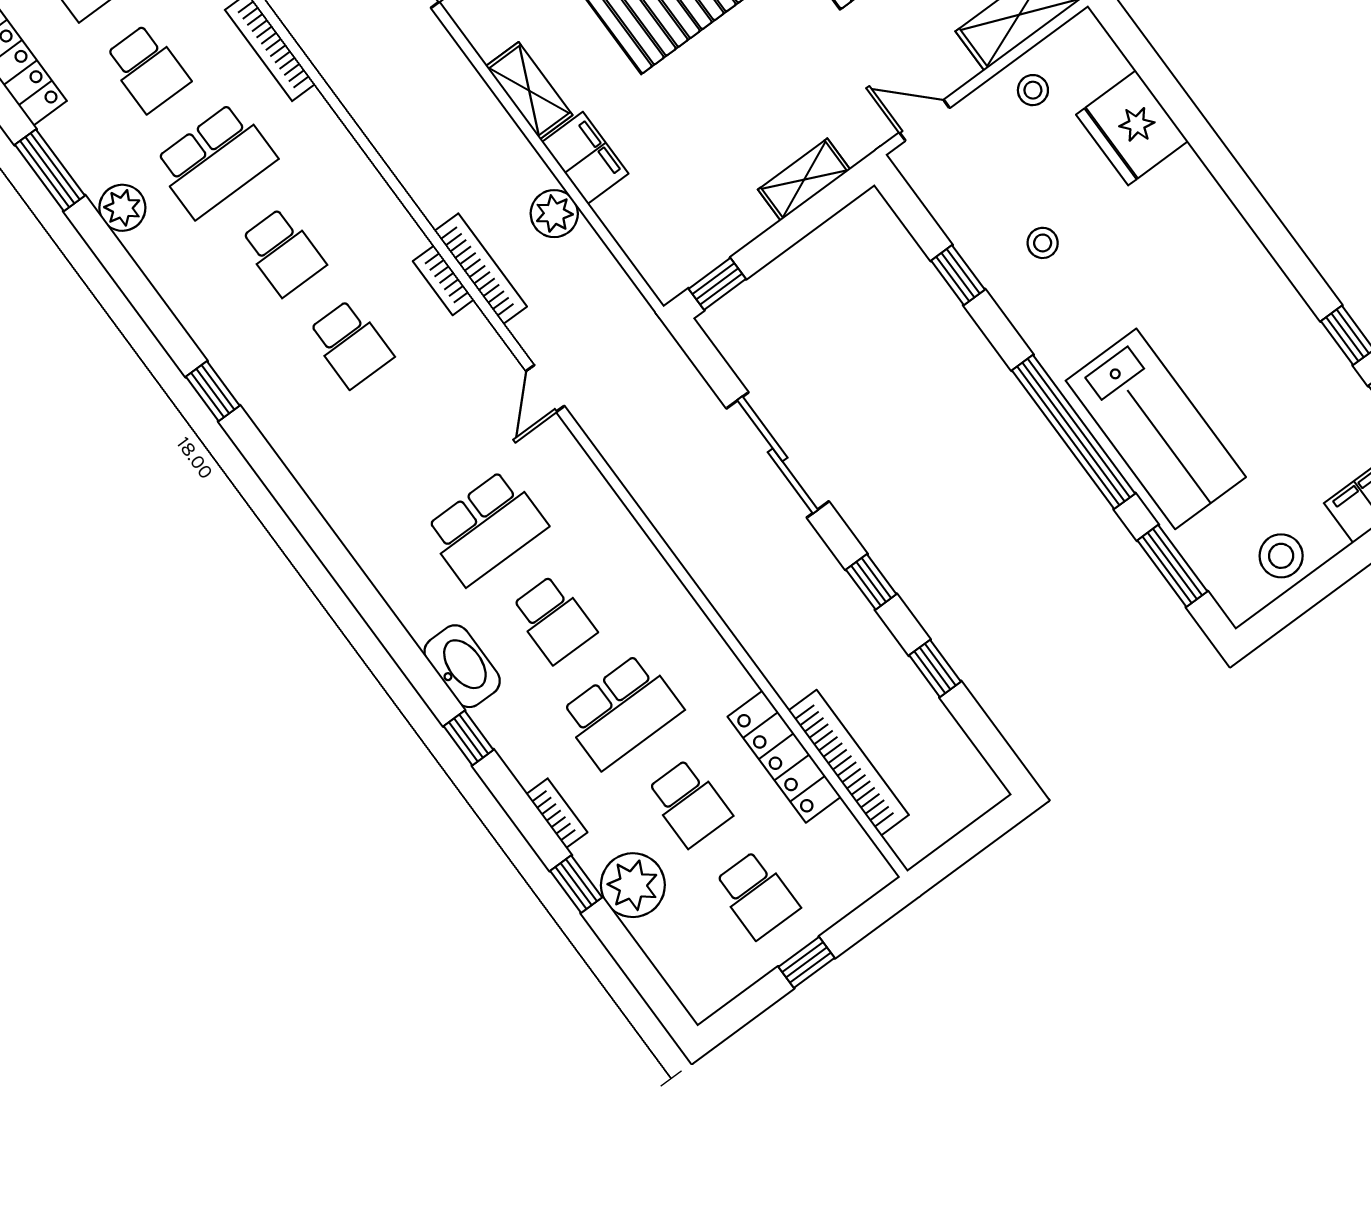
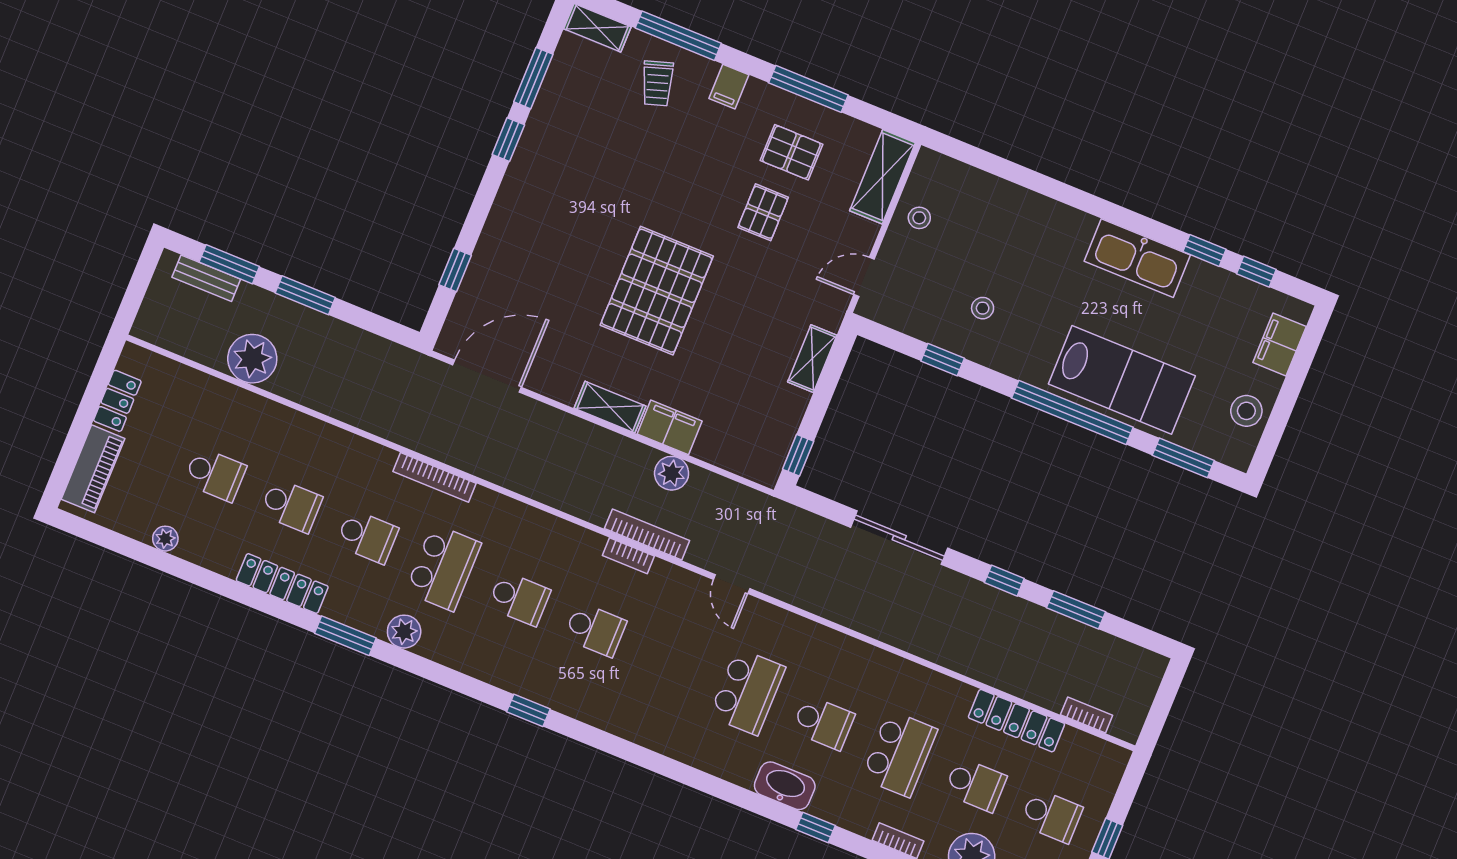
fridge: (1132, 128) -> (994, 204), removed
kitchen sink: (1262, 296) -> (1137, 258), added
window: (935, 668) -> (1076, 610), width x1.50
bookcase: (849, 763) -> (1087, 715), width x0.43, depth x0.76

